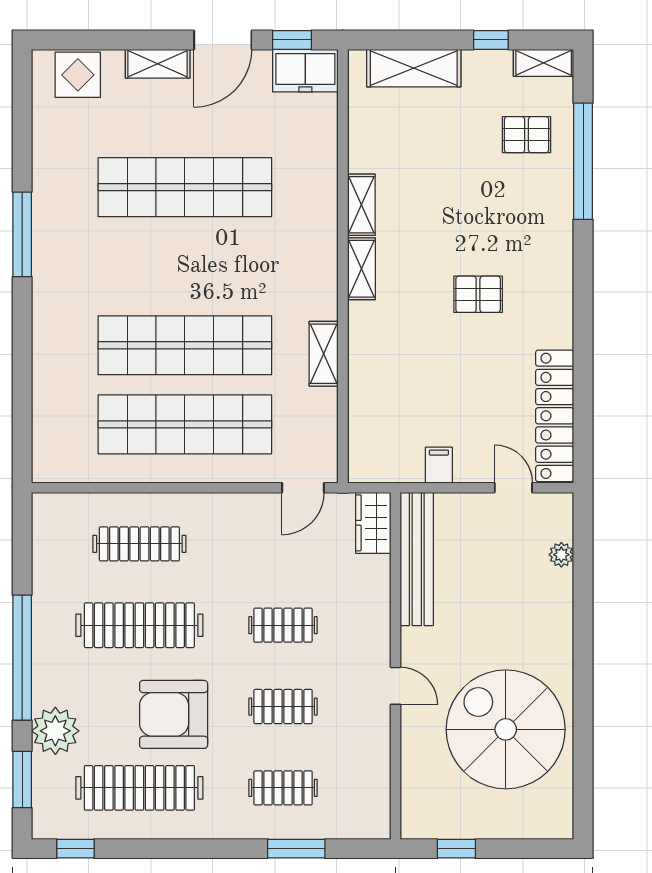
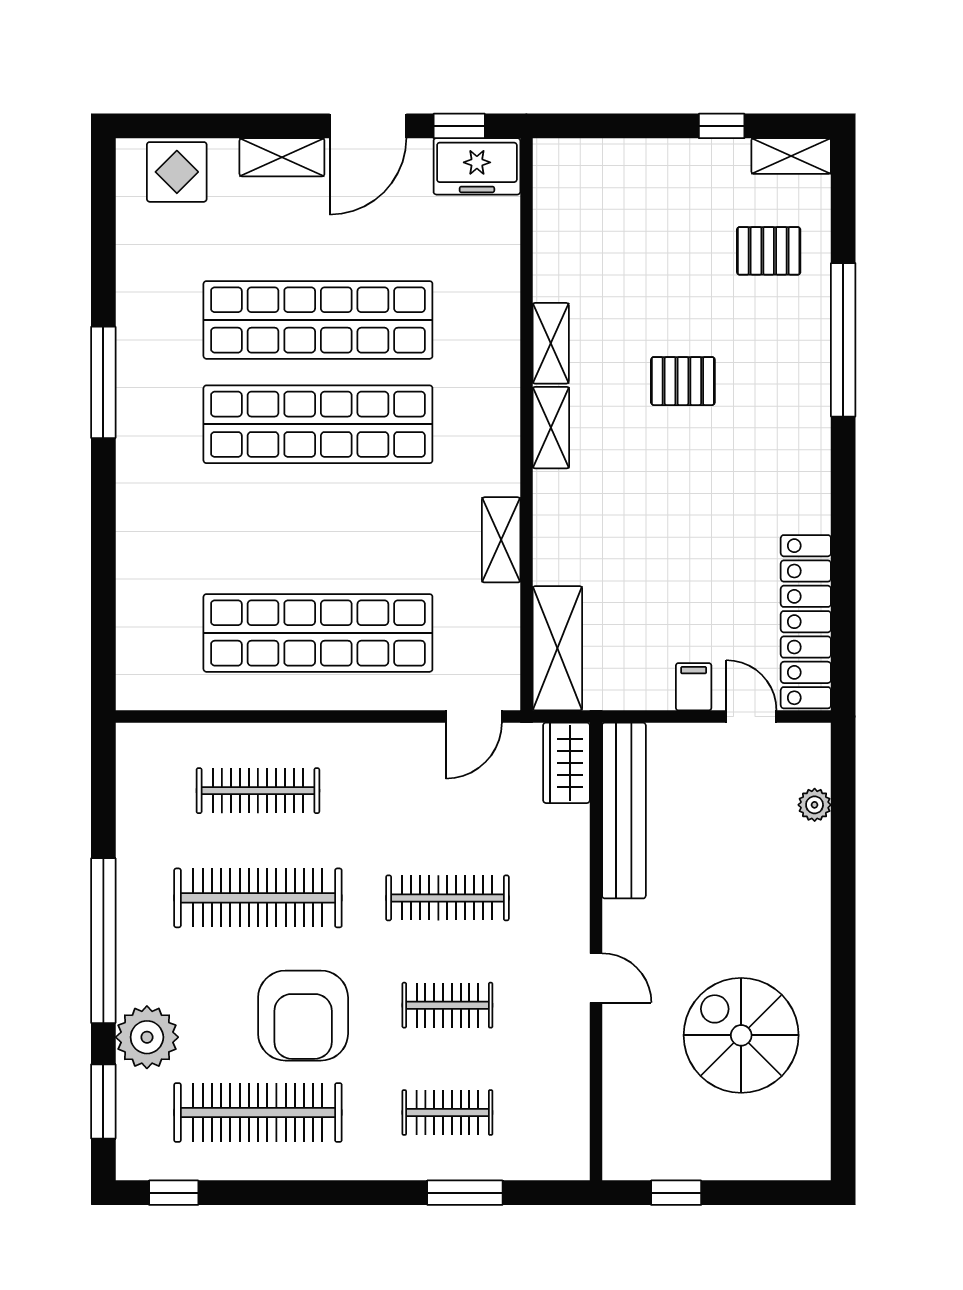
shelving: (414, 68) -> (557, 648), moved, turned 90
window: (583, 161) -> (843, 340), moved
pallet: (478, 294) -> (683, 381), moved
shop shelf: (185, 345) -> (318, 424), moved
filing cabinet: (439, 465) -> (694, 687), moved
clothes rail: (283, 625) -> (447, 898), width x1.36
armchair: (174, 714) -> (303, 1016), turned -90
spiral stairs: (506, 729) -> (741, 1035), width x0.73, depth x0.73

